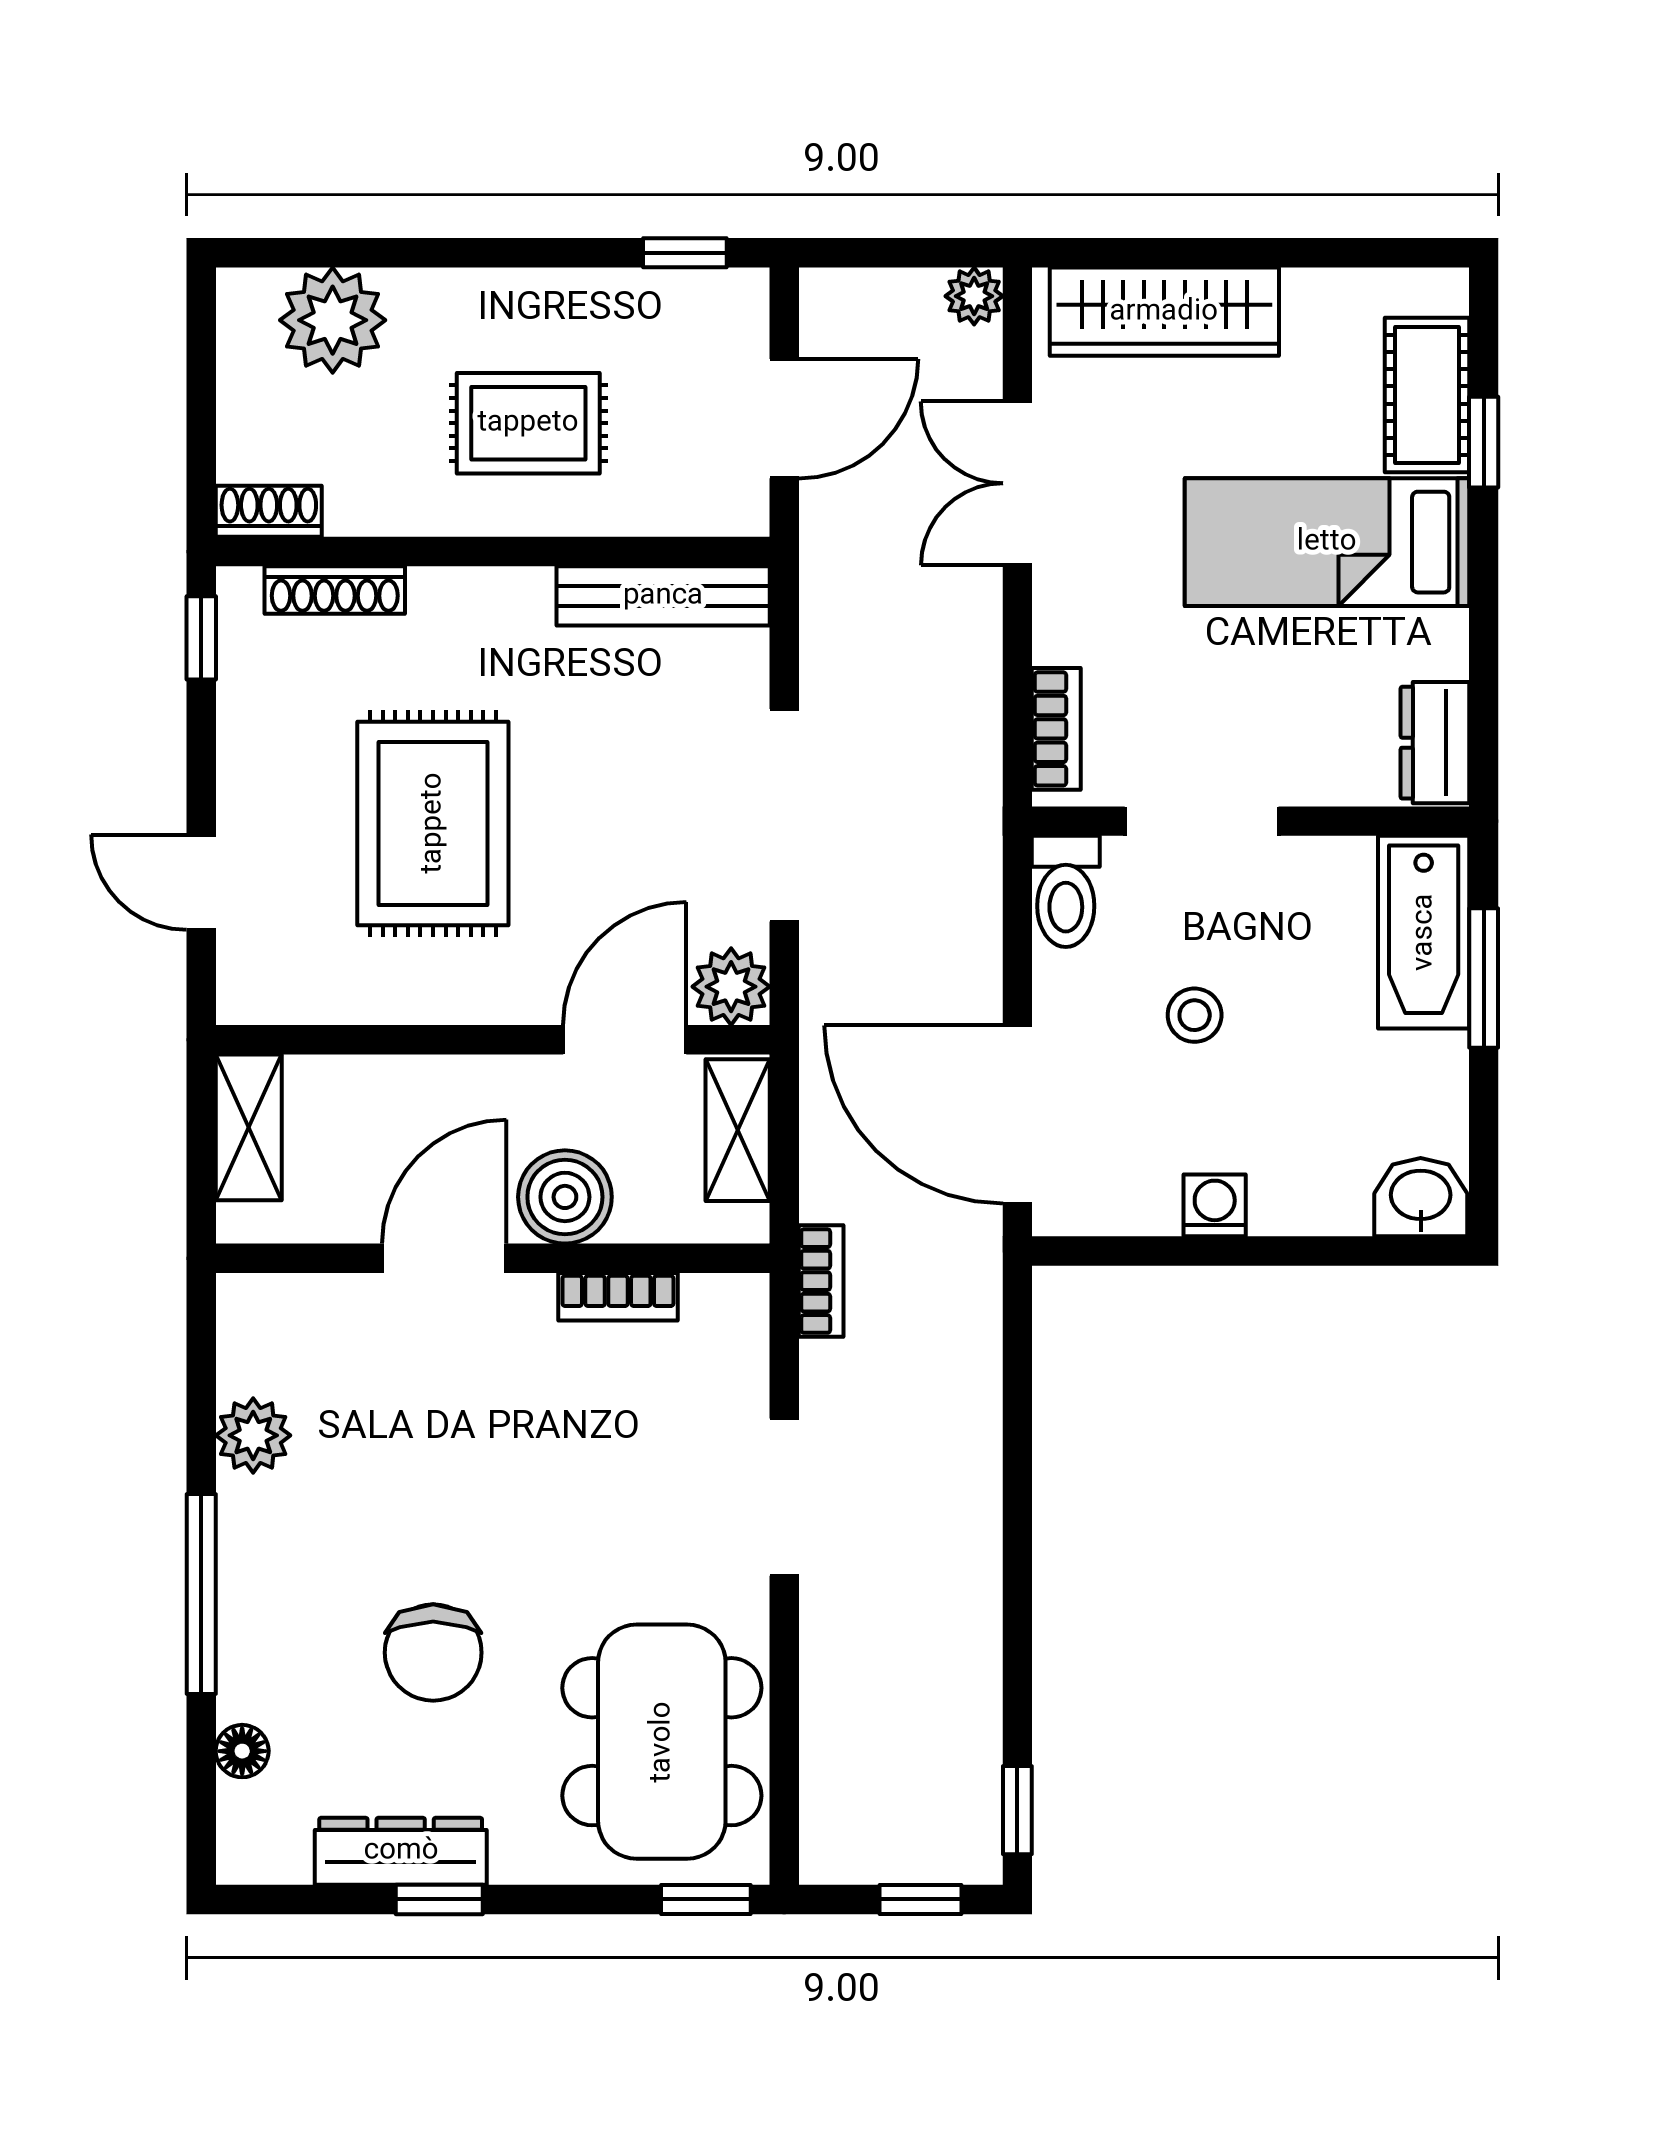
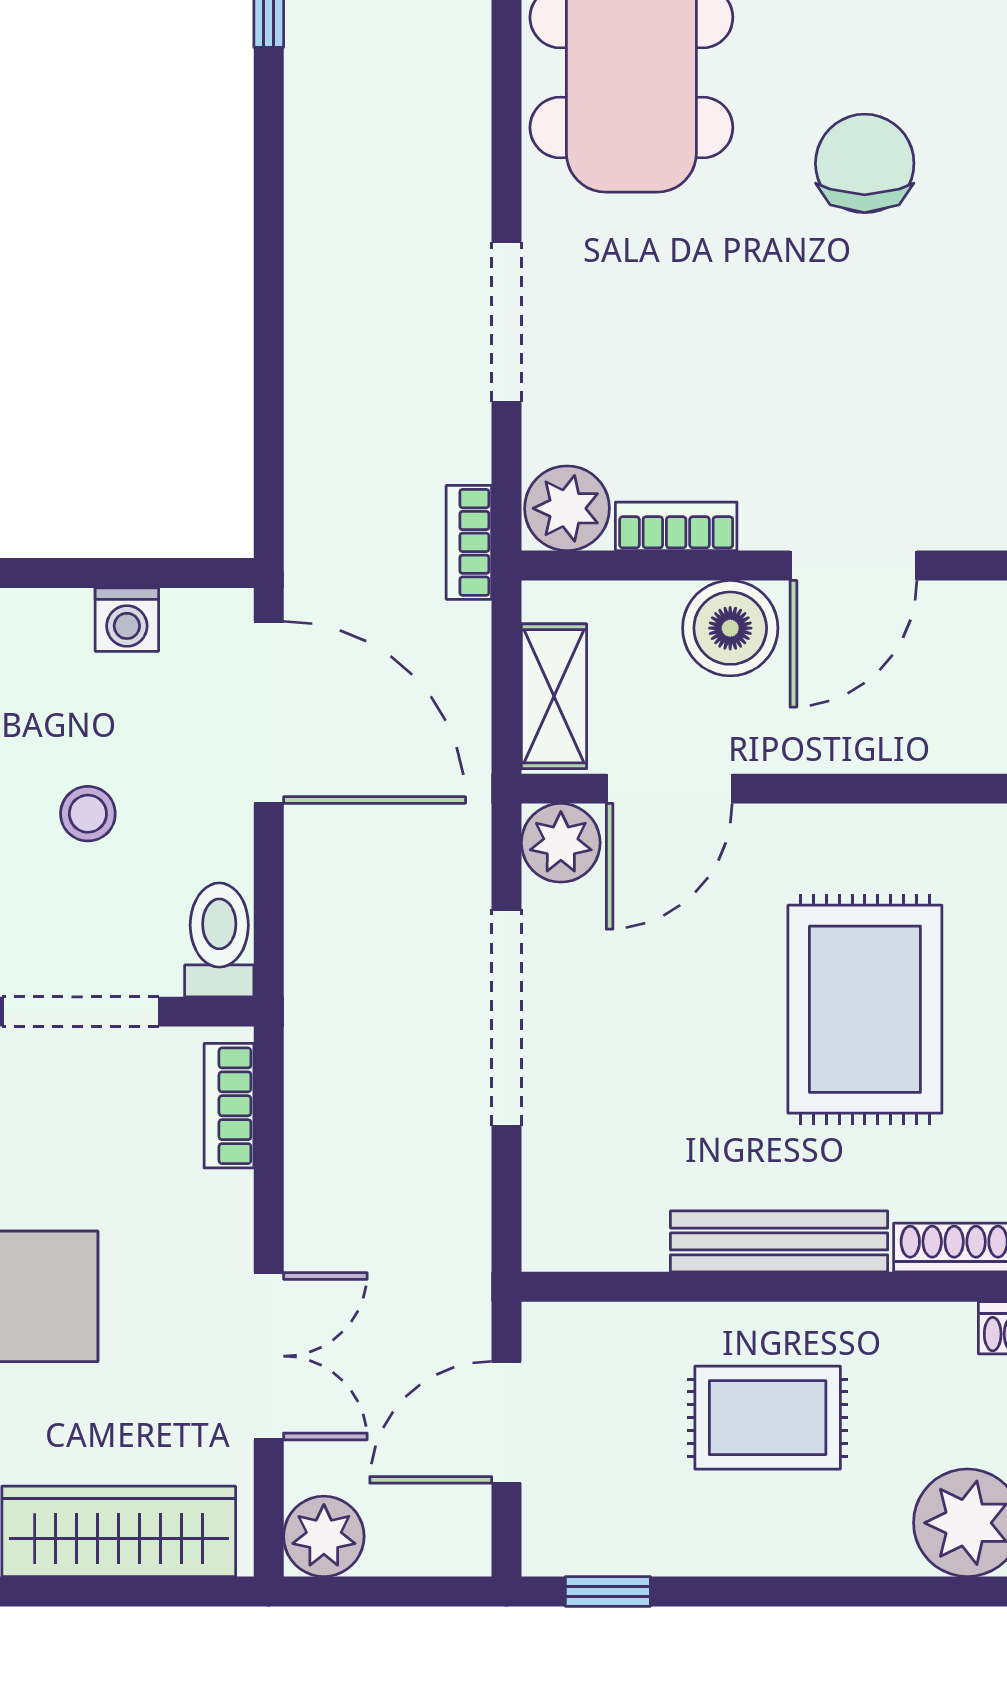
plant: (974, 296) -> (324, 1536), width x1.38, depth x1.38
bench: (663, 596) -> (779, 1241), moved
washing machine: (1215, 1205) -> (127, 620), moved
plant: (725, 1315) -> (567, 508), added

